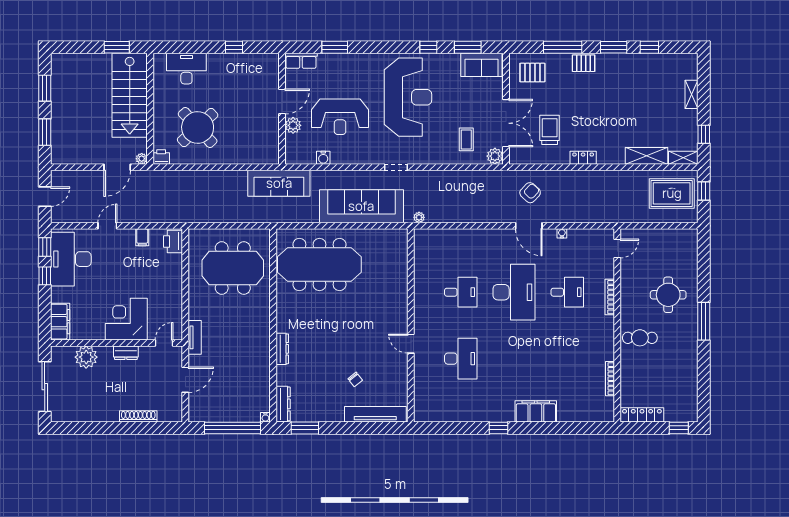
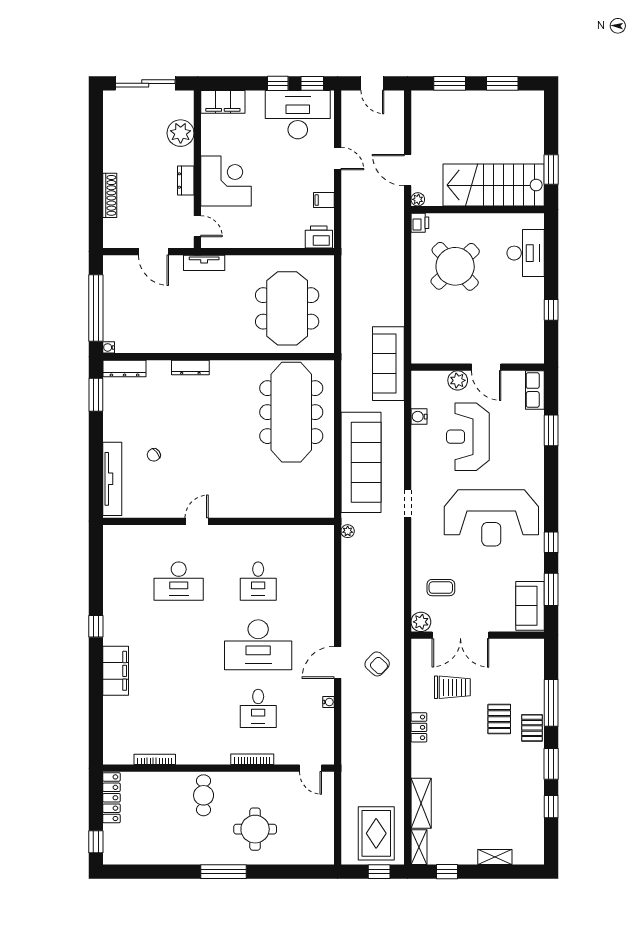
pallet: (532, 73) -> (499, 719), moved

